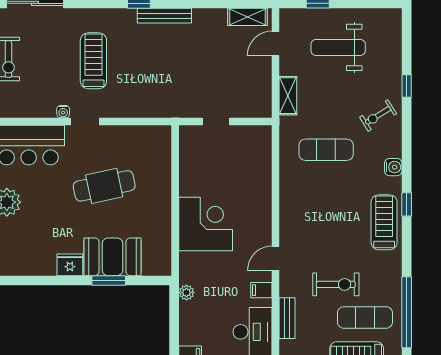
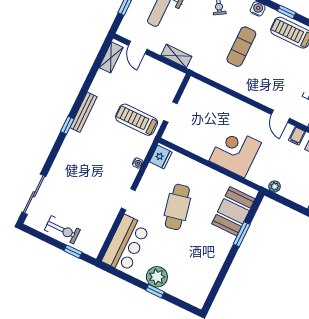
treadmill: (93, 61) -> (137, 120), moved
water cooler: (63, 112) -> (138, 163), moved
exercise mat: (326, 150) -> (241, 47), moved
booth: (113, 257) -> (233, 211), moved
fridge: (70, 265) -> (161, 157), moved, turned 180

